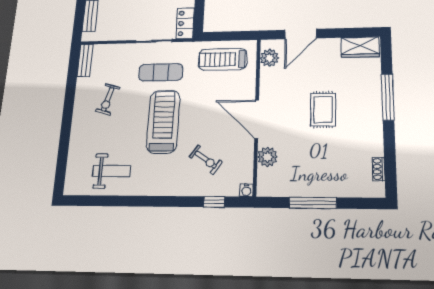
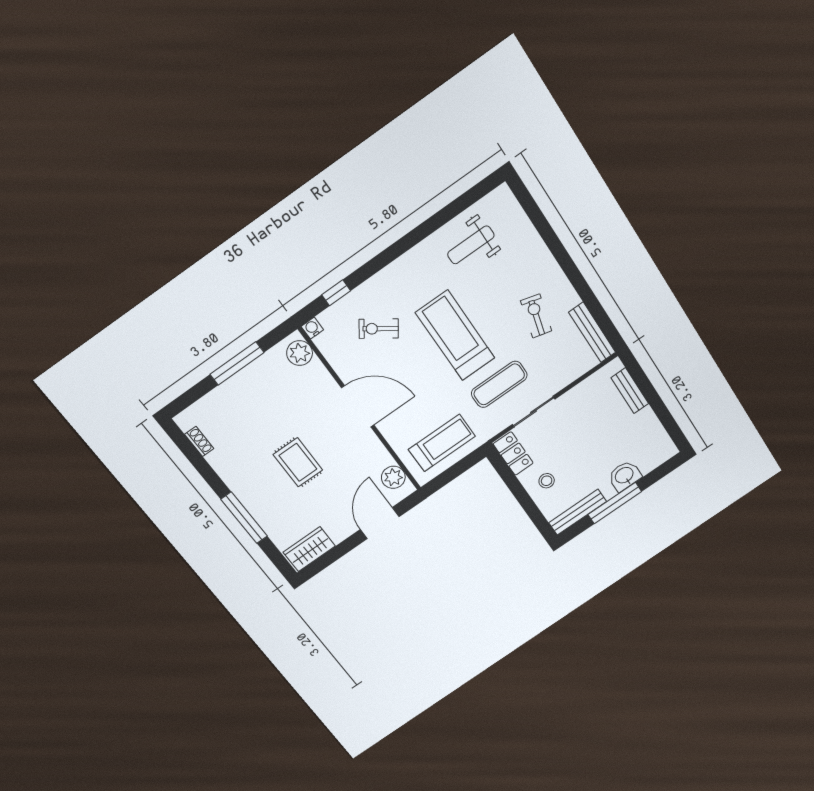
bench: (85, 60) -> (592, 332), width x1.36
treadmill: (163, 122) -> (455, 335), turned 180
plant: (267, 157) -> (300, 353), moved

